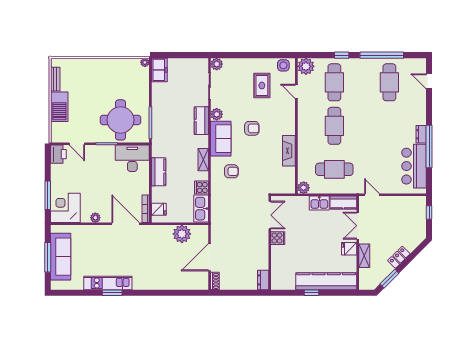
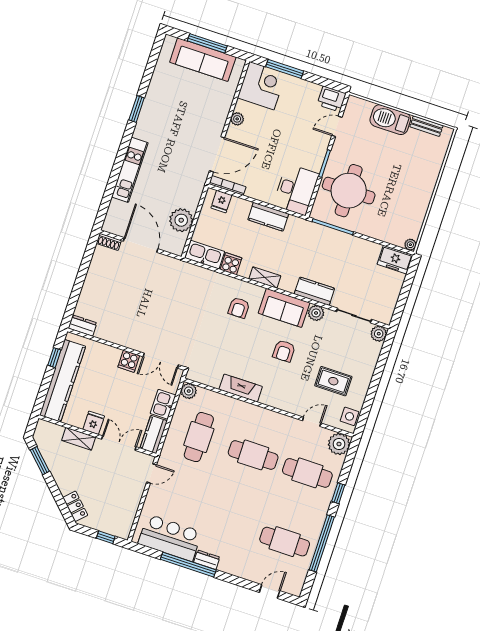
double door: (270, 215) -> (161, 361), moved
cooker: (278, 238) -> (129, 361), moved
wall: (270, 243) -> (126, 349), moved
locker: (399, 257) -> (75, 506), moved
dresser: (263, 280) -> (83, 326), moved
kitchen unit: (108, 283) -> (130, 170), moved

